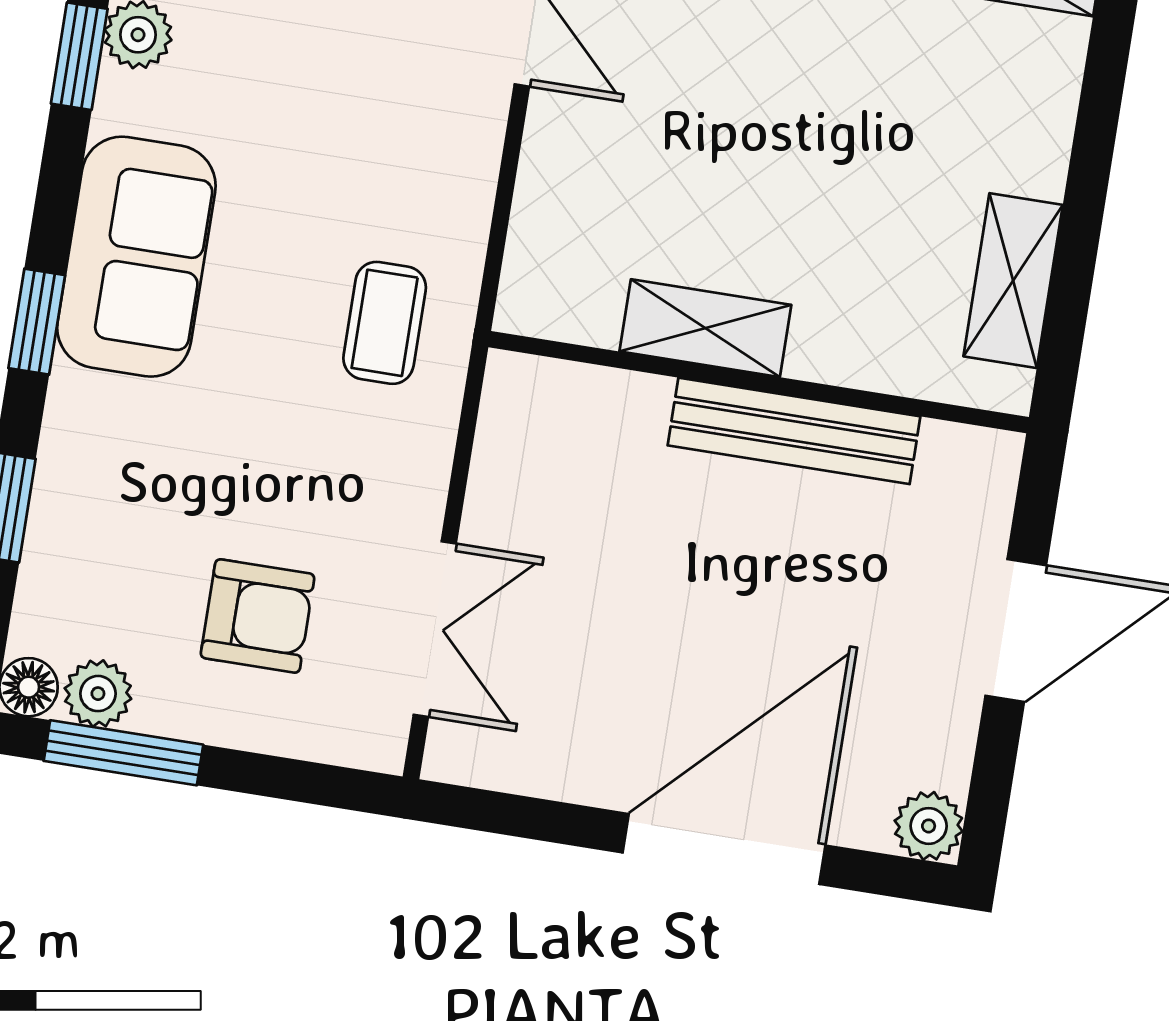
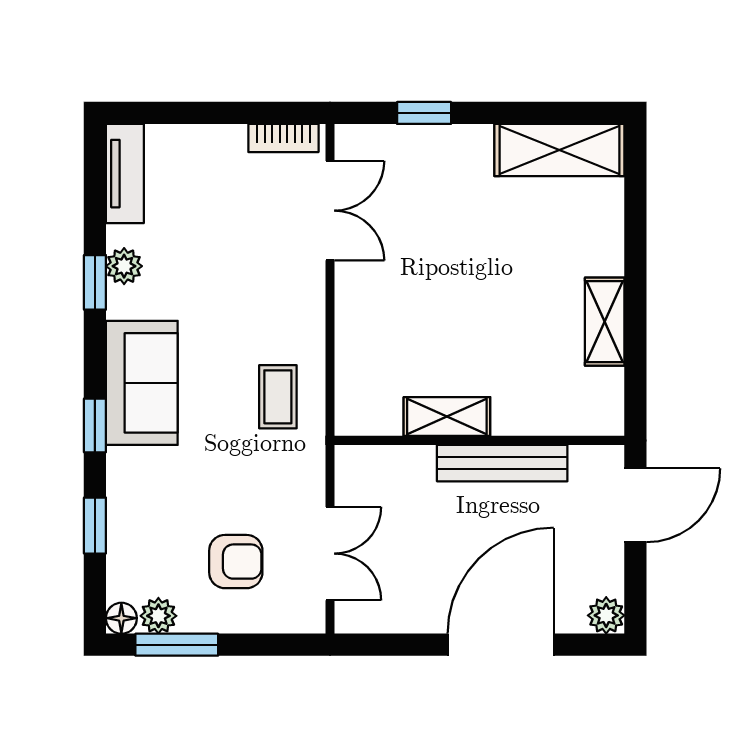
shelving: (705, 328) -> (447, 417), moved
wall: (759, 382) -> (479, 440), moved
bench: (794, 431) -> (502, 463), moved

